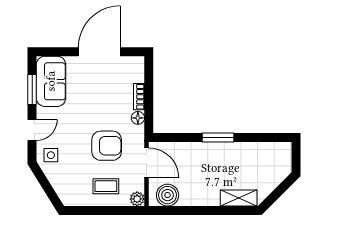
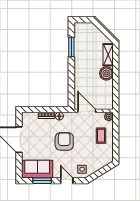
window: (218, 138) -> (71, 47), moved
armchair: (107, 146) -> (64, 141), moved
door: (146, 163) -> (87, 111), hinge flipped
boiler: (168, 195) -> (106, 73), moved

